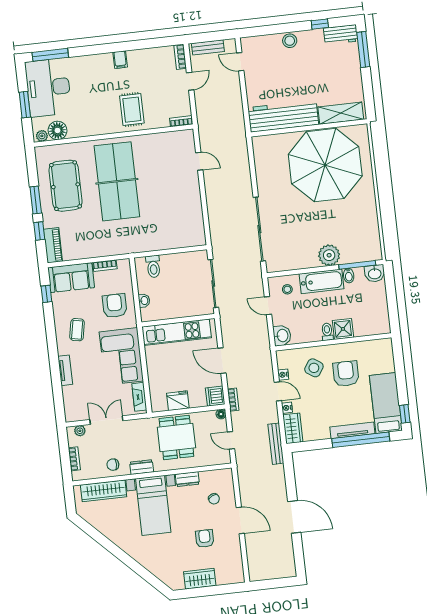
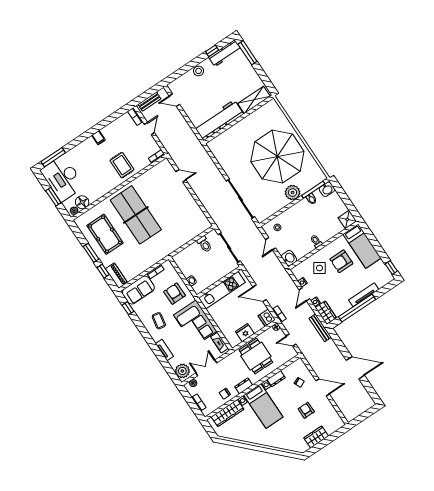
workbench: (341, 35) -> (225, 53), width x1.38
parasol: (325, 165) -> (277, 156), moved
toilet: (153, 266) -> (204, 244), moved
bathtub: (322, 281) -> (296, 211), removed
door: (268, 306) -> (271, 244), hinge flipped
shower: (343, 329) -> (347, 219), moved
armchair: (346, 374) -> (341, 261), turned -90
door: (278, 391) -> (304, 294), swing flipped
bed: (386, 403) -> (362, 246), moved, turned 180
plant: (74, 408) -> (182, 371), added
window: (361, 440) -> (357, 308), moved

